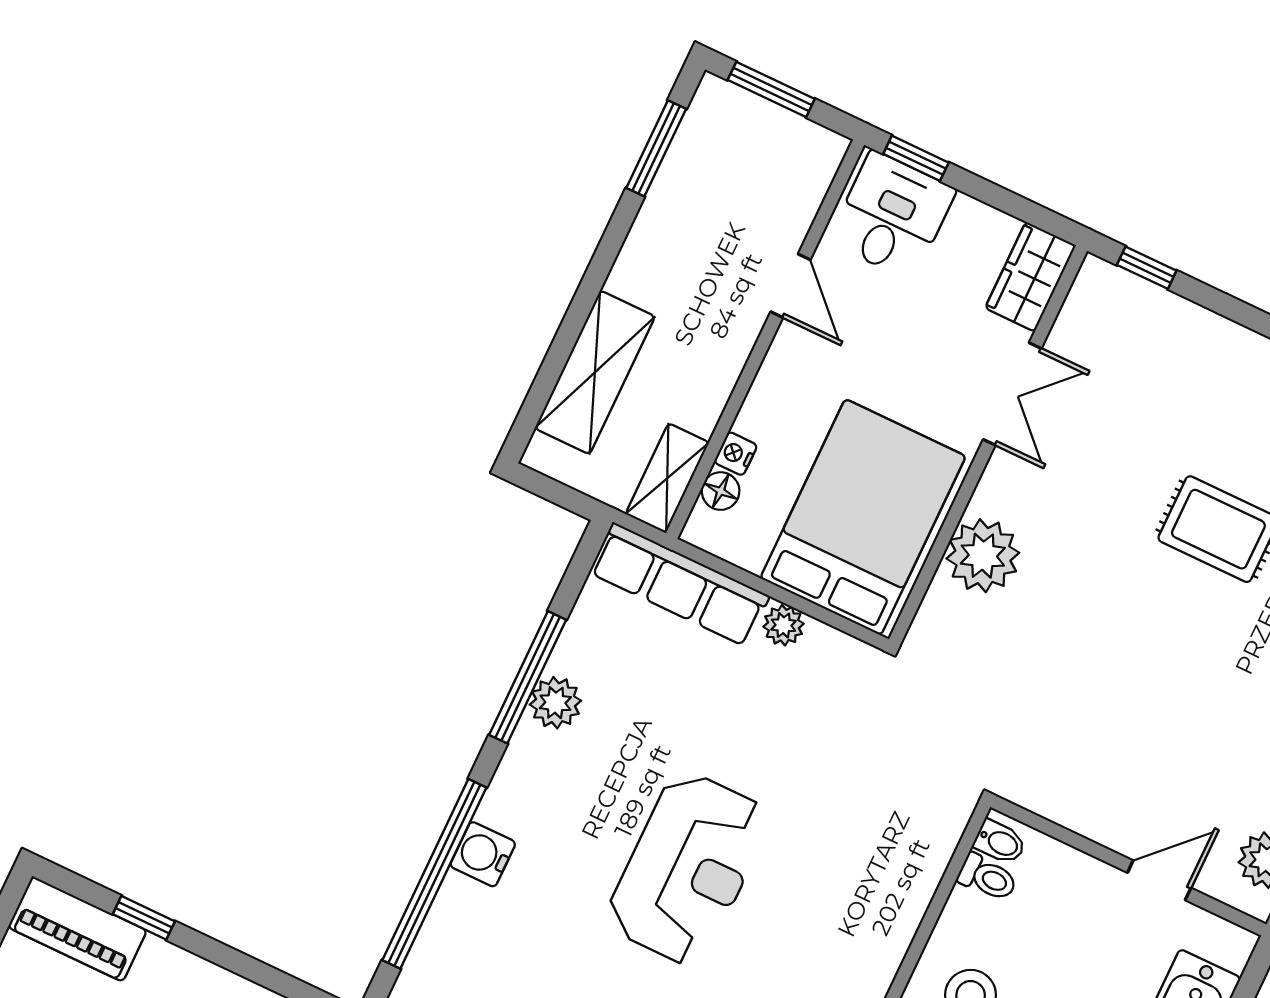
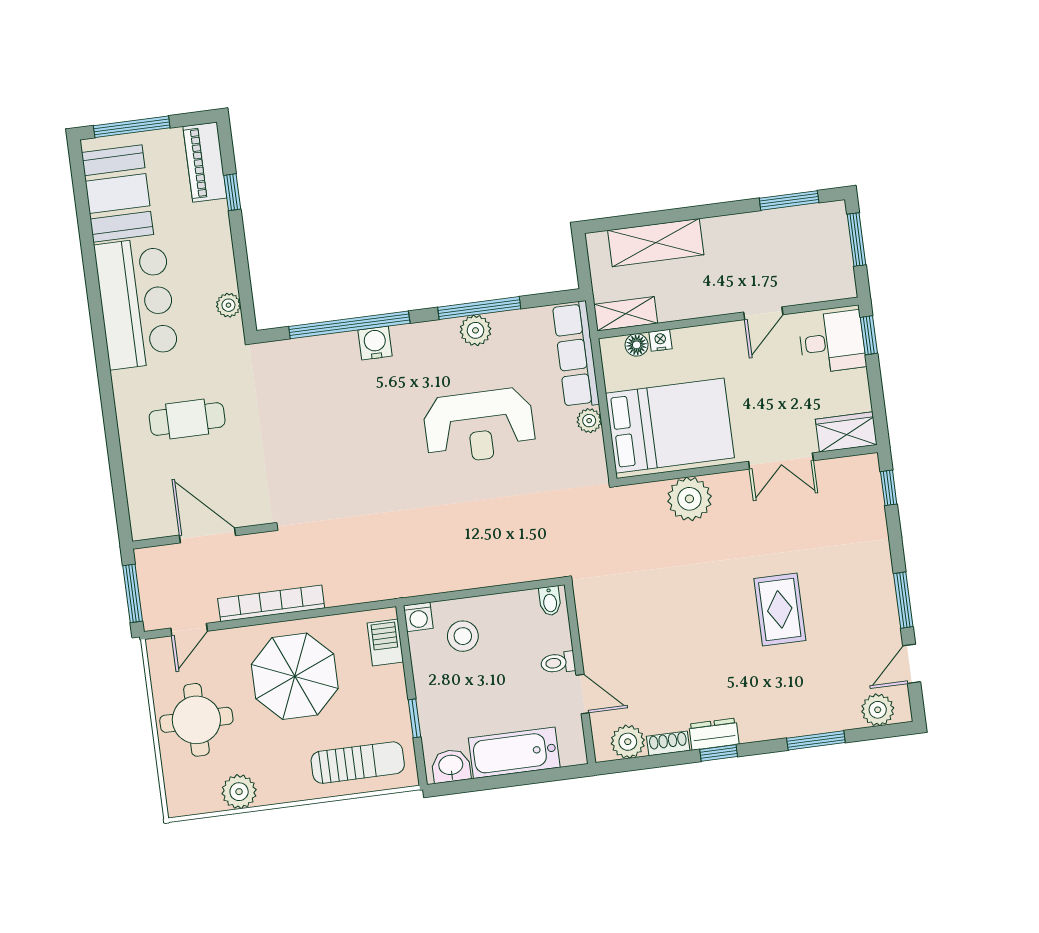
reception desk: (688, 868) -> (479, 426), moved
toilet: (987, 877) -> (558, 663), moved, turned 90

